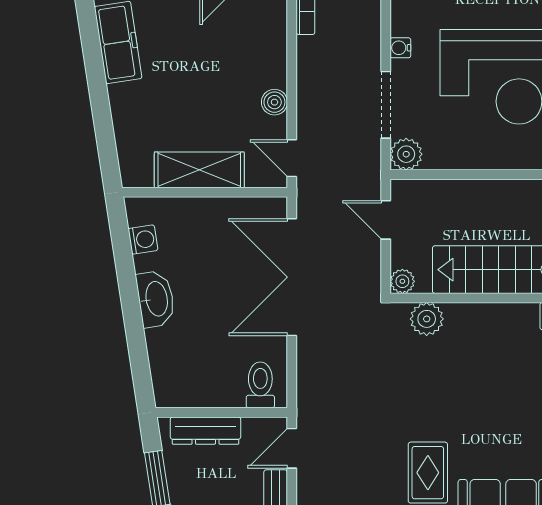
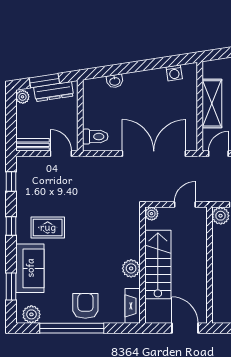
washbasin: (156, 299) -> (115, 81), moved, width x0.52, depth x0.69
plant: (427, 319) -> (131, 268), moved
dresser: (206, 431) -> (54, 92), moved, turned -99

